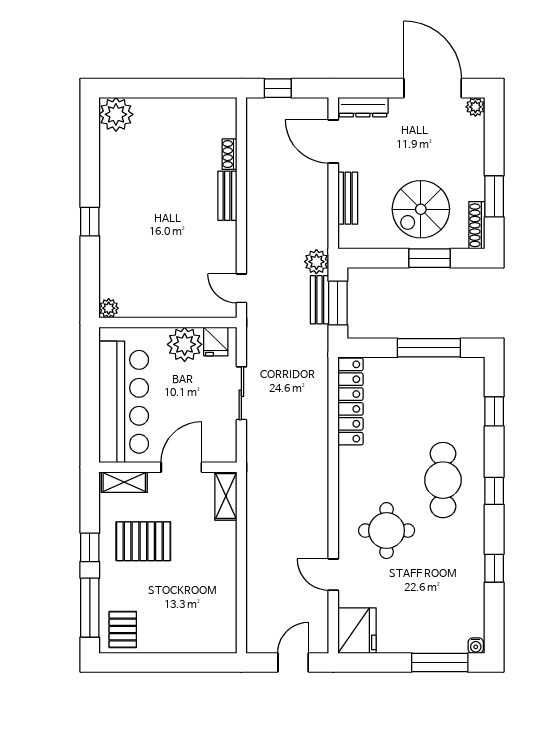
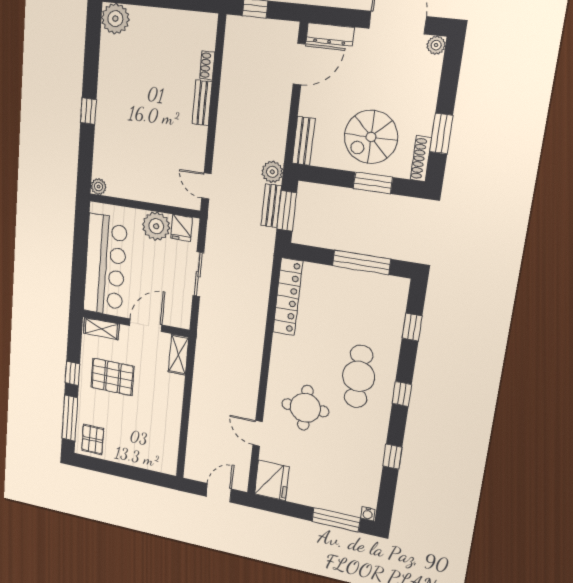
door: (333, 142) -> (299, 64), swing flipped
bench: (348, 198) -> (304, 141), moved

